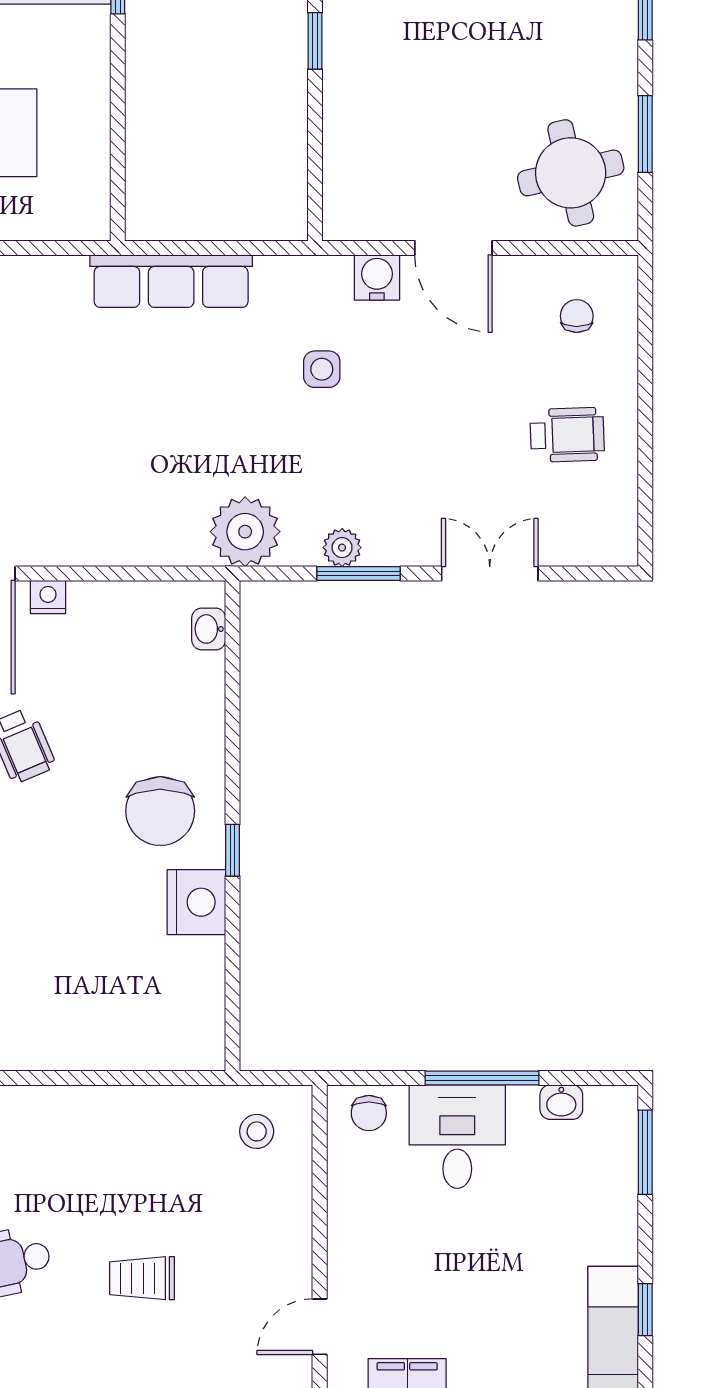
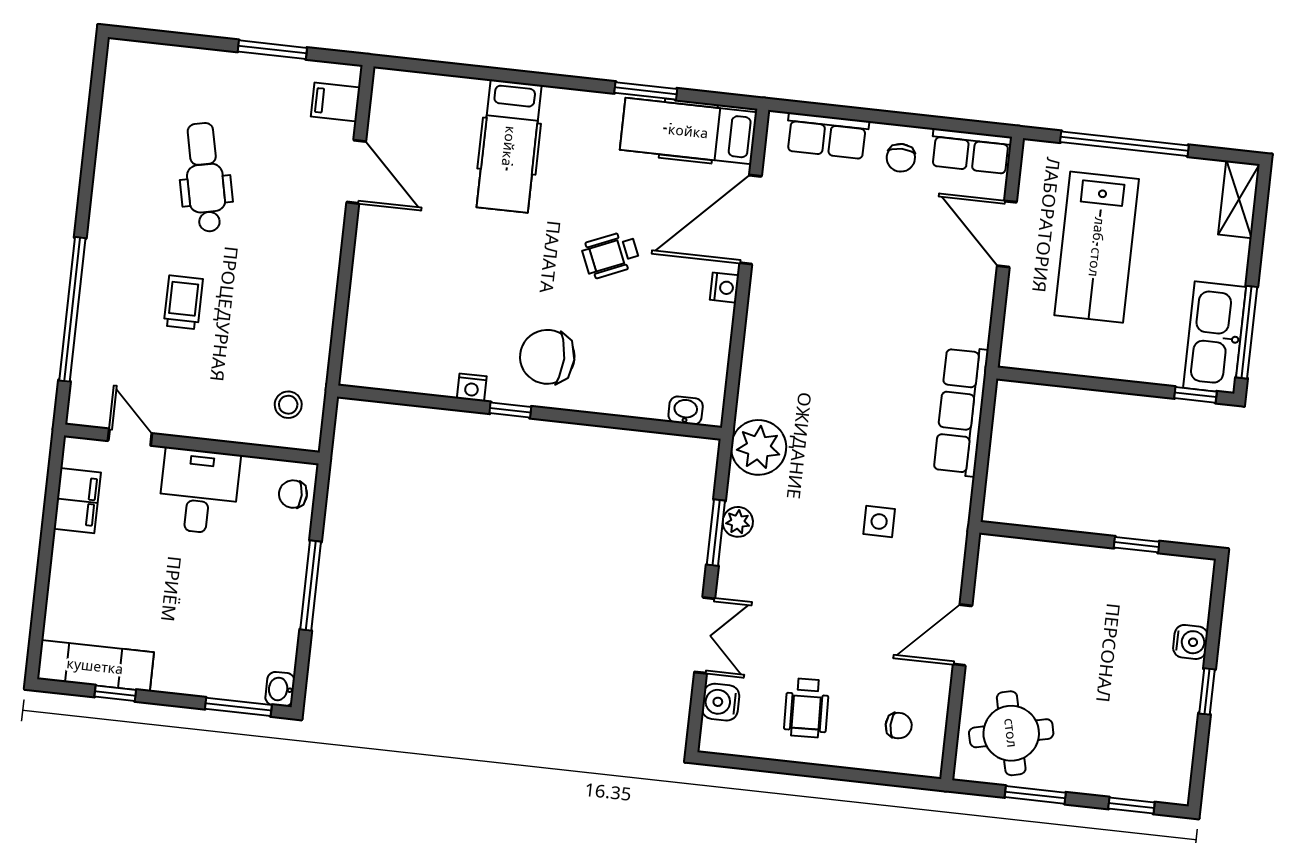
water cooler: (377, 277) -> (721, 702), moved, turned 180
nightstand: (196, 902) -> (472, 387), width x0.53, depth x0.56
washbasin: (561, 1102) -> (280, 689), moved
desk: (457, 1137) -> (199, 491), moved, turned -90

